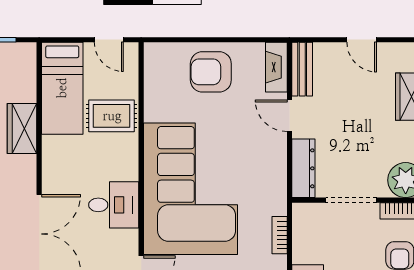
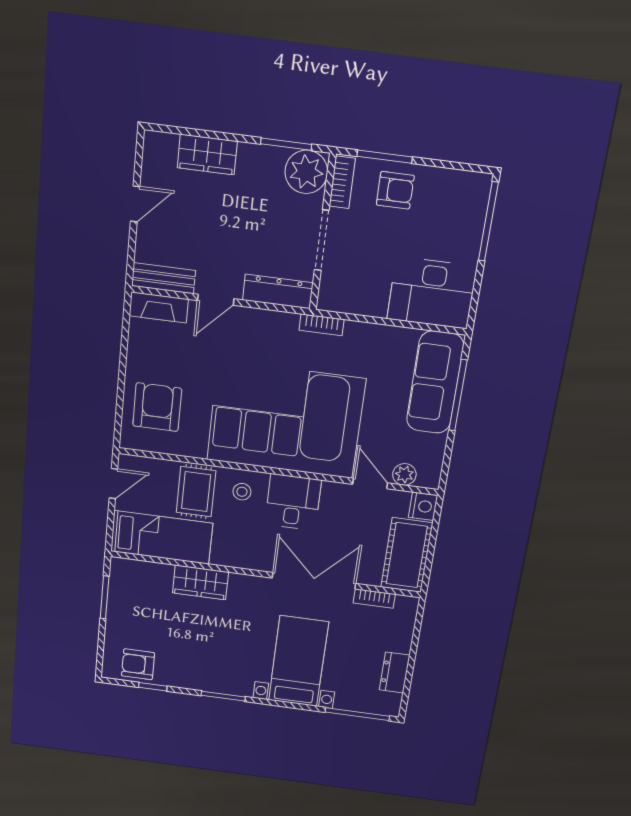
armchair: (211, 72) -> (157, 407), moved, turned 180
stool: (117, 158) -> (242, 492), added
bookcase: (280, 235) -> (322, 325), moved

